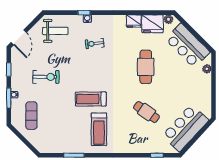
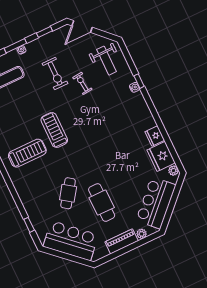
exercise bike: (95, 43) -> (82, 83), moved
cafe table: (146, 67) -> (102, 203), moved, turned 90
piano: (205, 88) -> (122, 241), added
treadmill: (99, 129) -> (27, 153), turned 180

